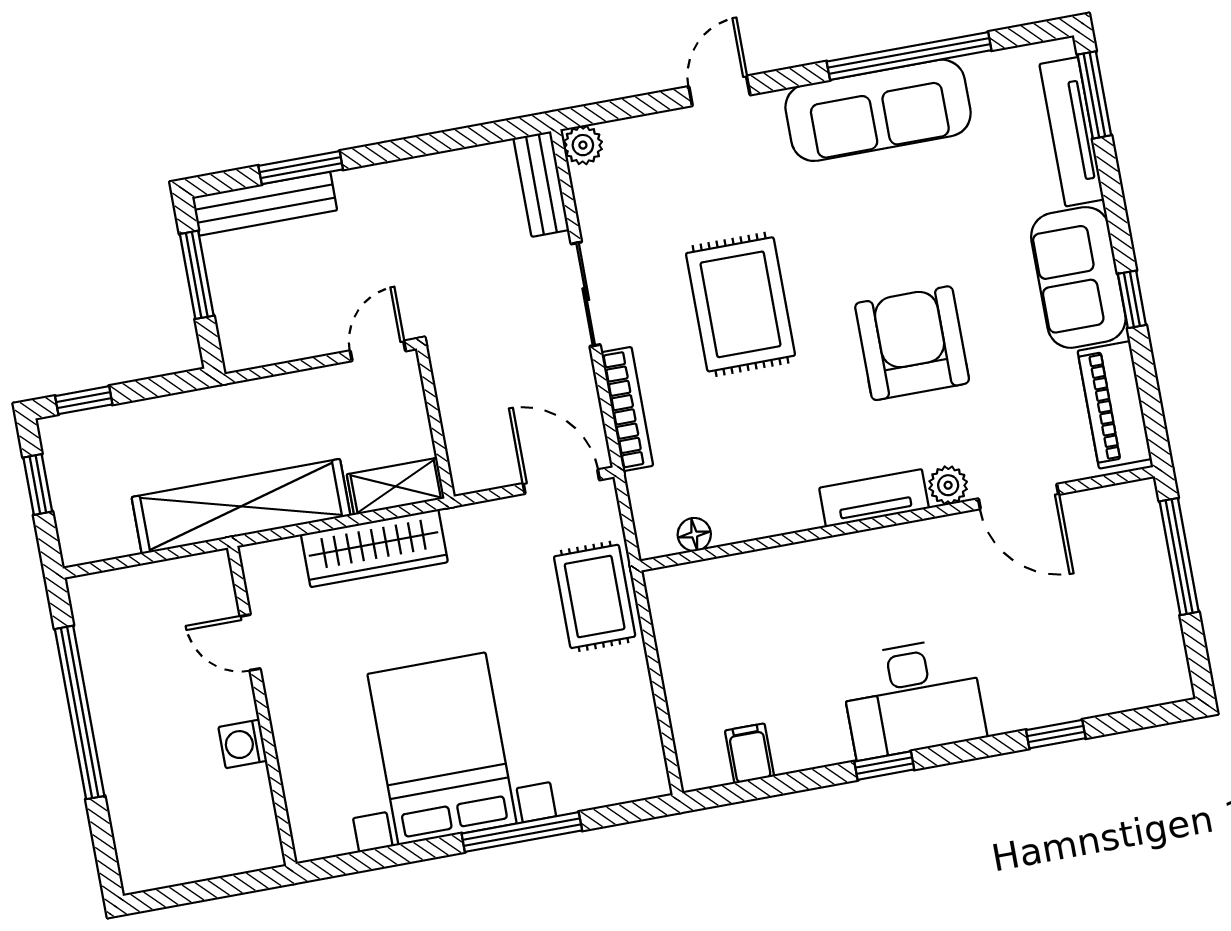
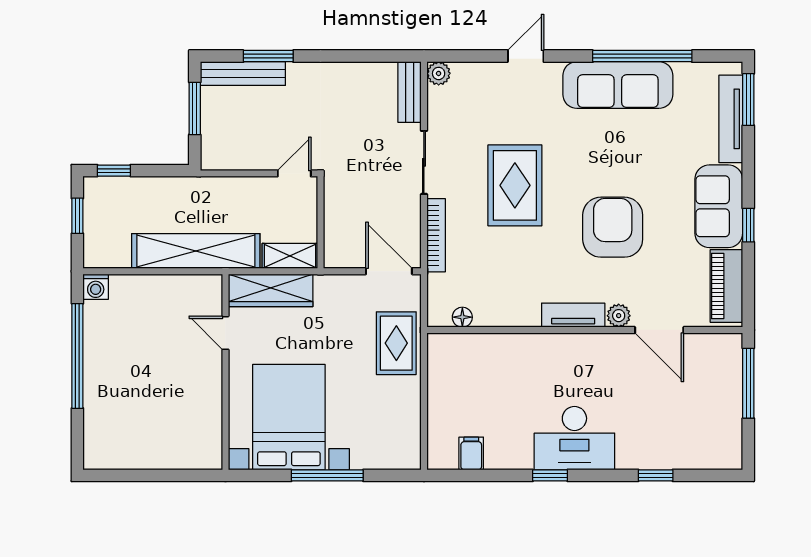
door: (250, 642) -> (226, 333), moved
wall: (262, 706) -> (226, 372), moved
washing machine: (243, 744) -> (96, 287), moved, turned -90

